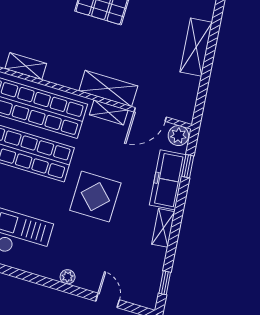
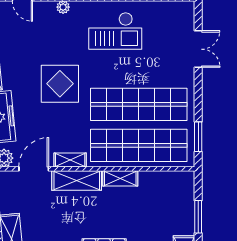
shelving: (26, 66) -> (120, 178), moved

